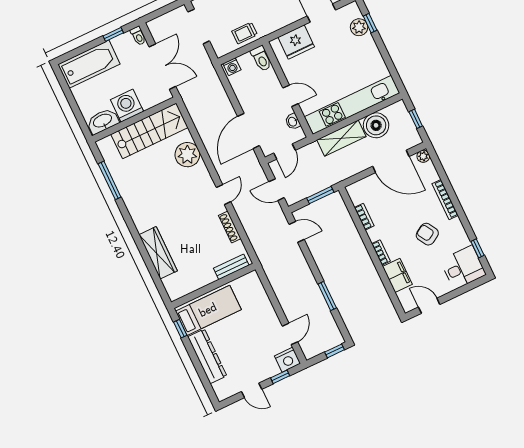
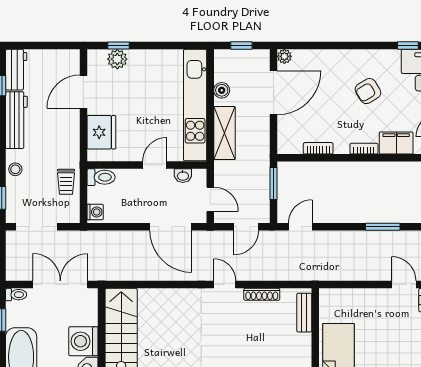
boiler: (376, 125) -> (222, 90), width x0.54, depth x0.54
plant: (187, 155) -> (165, 302), removed
bookcase: (445, 200) -> (341, 55), removed

